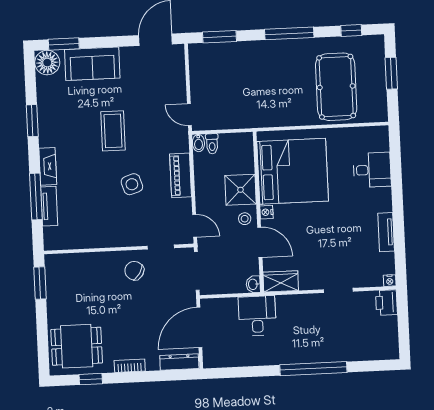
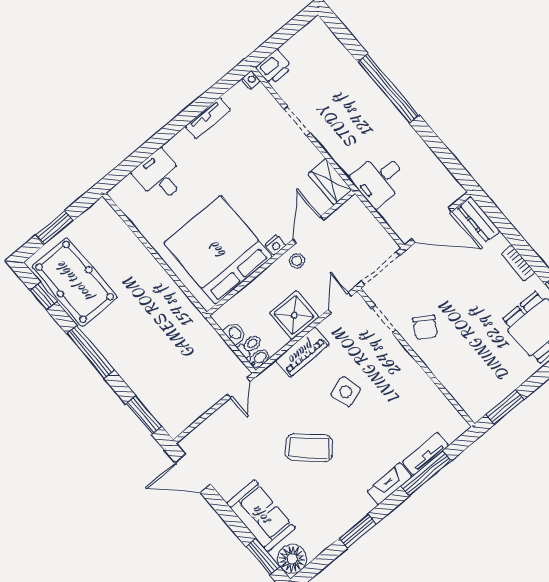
pool table: (336, 87) -> (75, 282), moved, turned 90
coffee table: (113, 131) -> (309, 448), turned 43
shower: (240, 190) -> (294, 315), moved
washbasin: (253, 284) -> (235, 333), moved, turned -90

